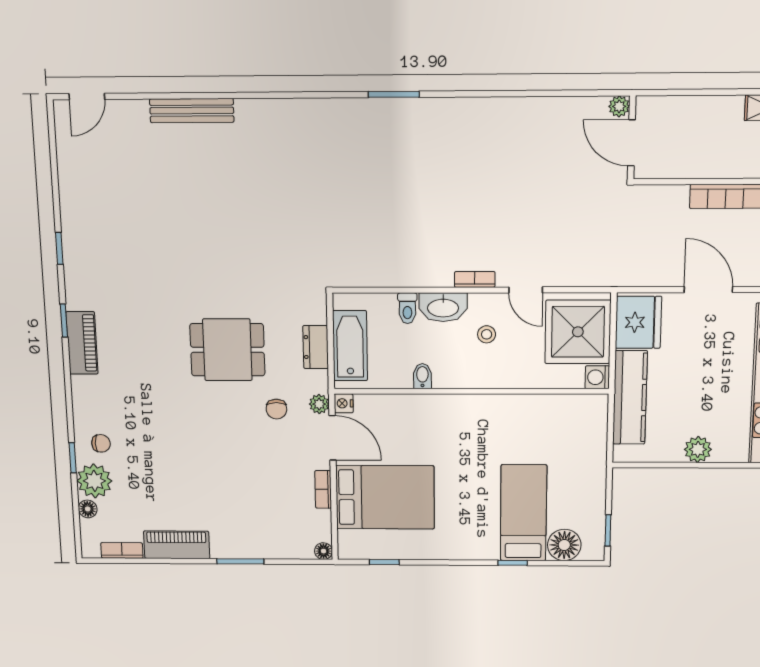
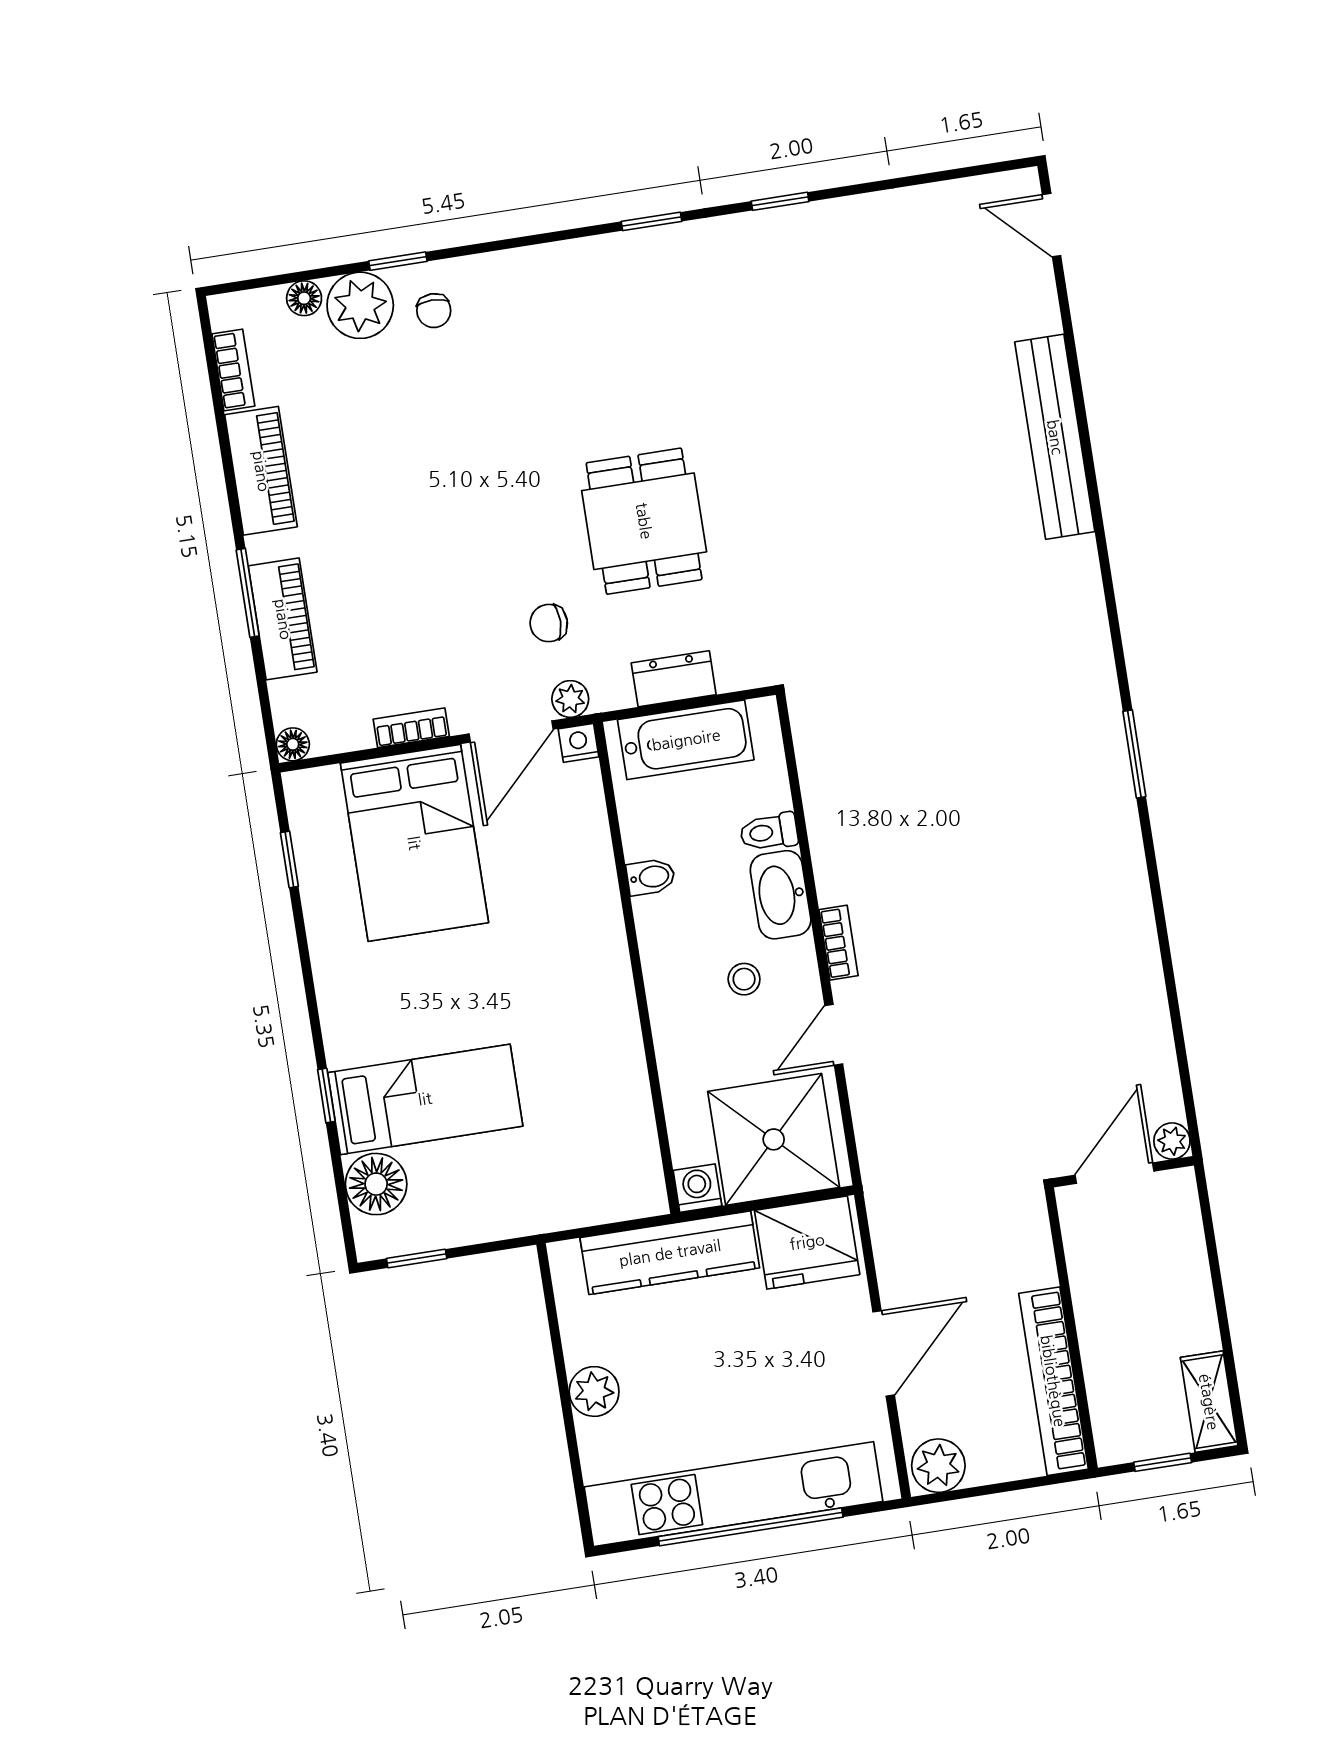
bench: (192, 111) -> (1055, 437), width x1.37, depth x1.21
piano: (82, 343) -> (283, 619), moved, turned -90

